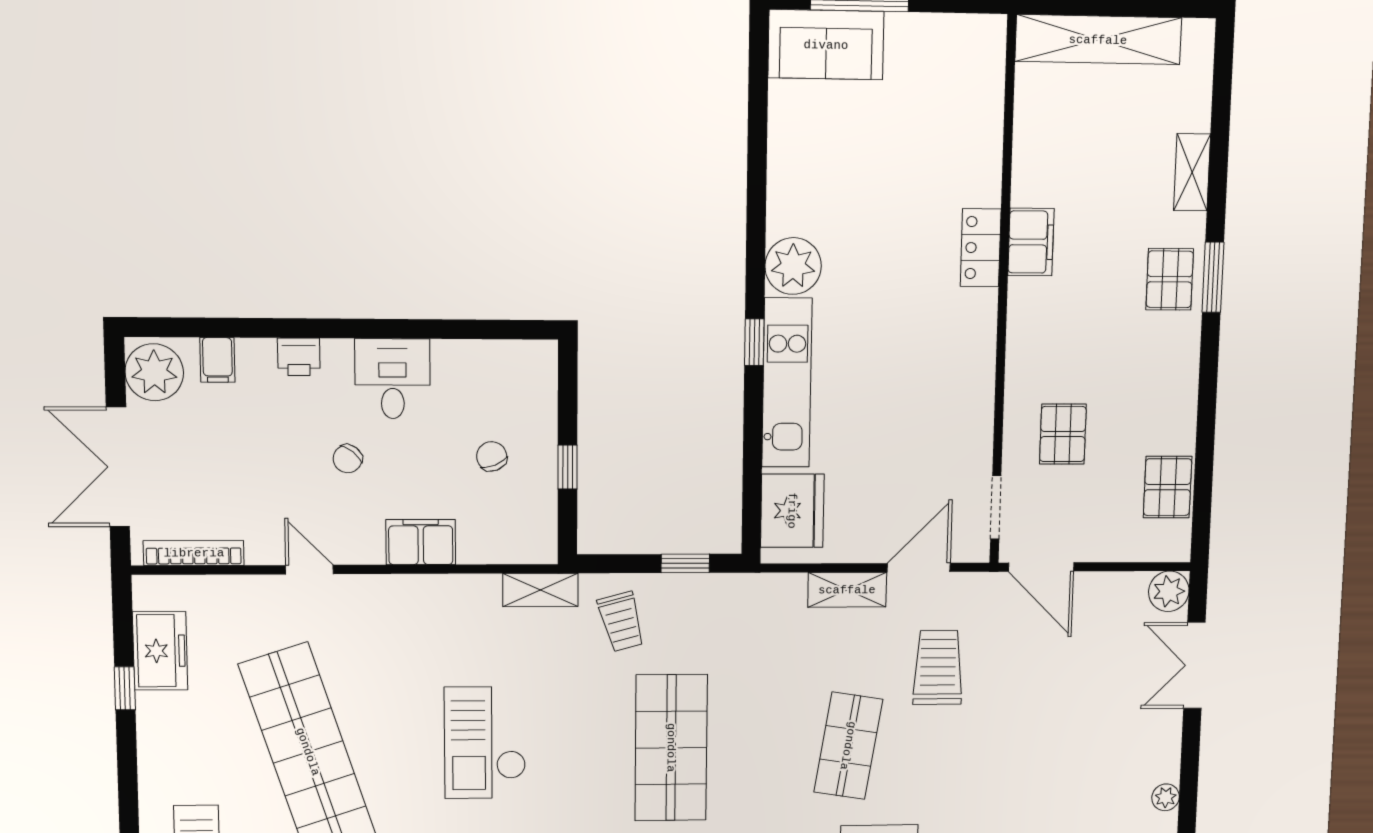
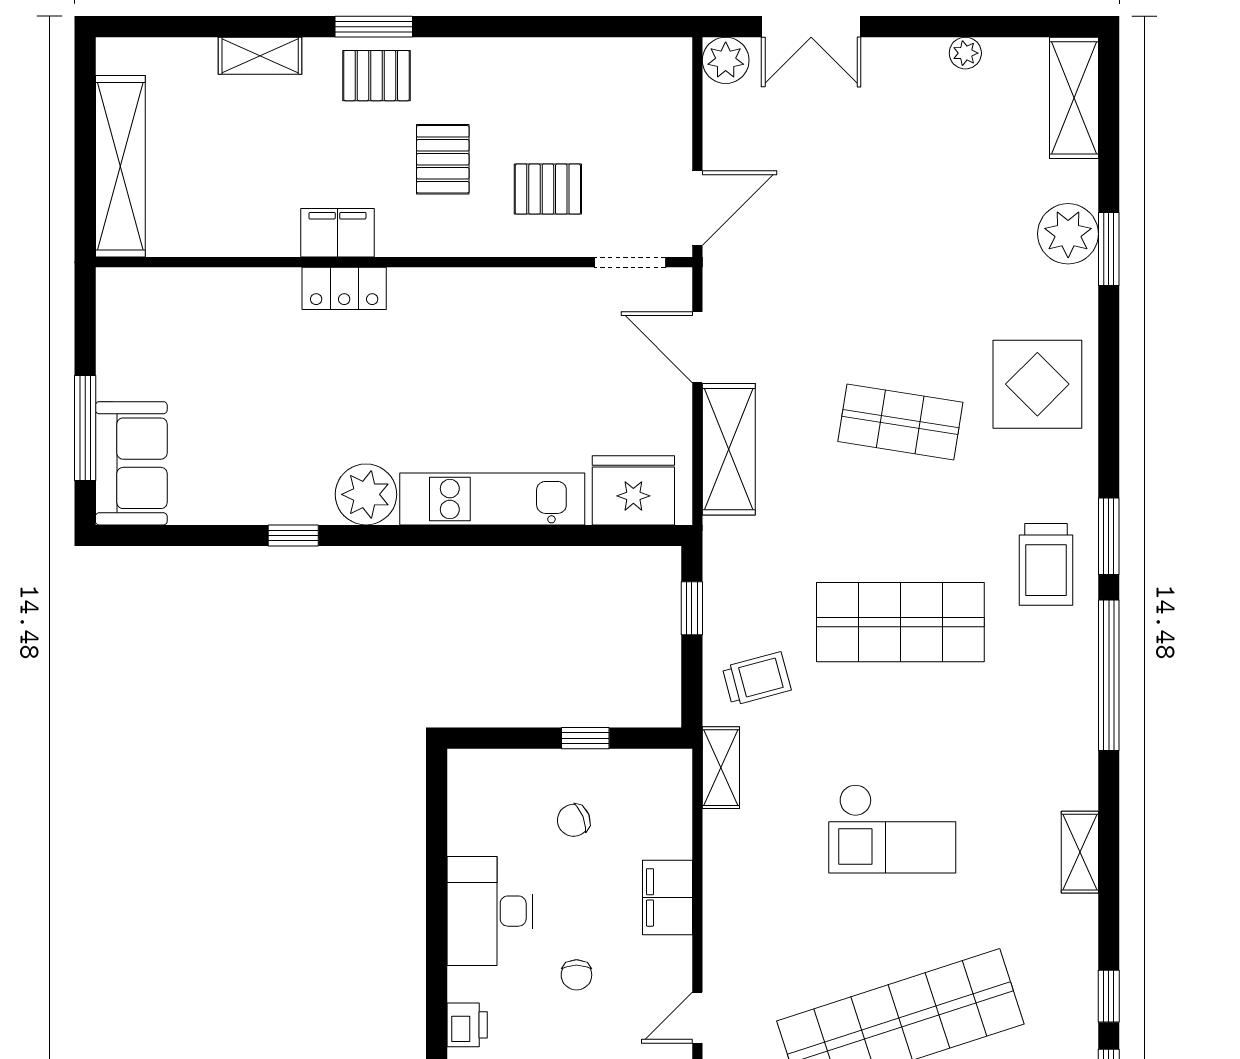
window: (754, 342) -> (293, 536), moved
desk: (393, 379) -> (490, 911), width x1.37
chair: (348, 459) -> (576, 975), turned 51
pallet: (1168, 487) -> (443, 159), moved, turned 90
shelving: (847, 590) -> (729, 449), width x1.50, depth x1.33
trolley: (938, 668) -> (811, 322), removed

